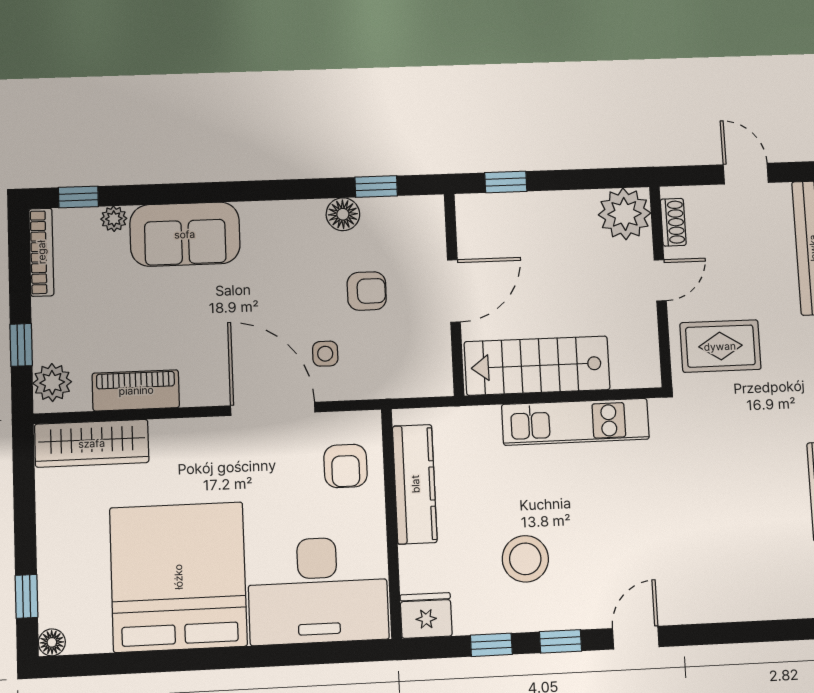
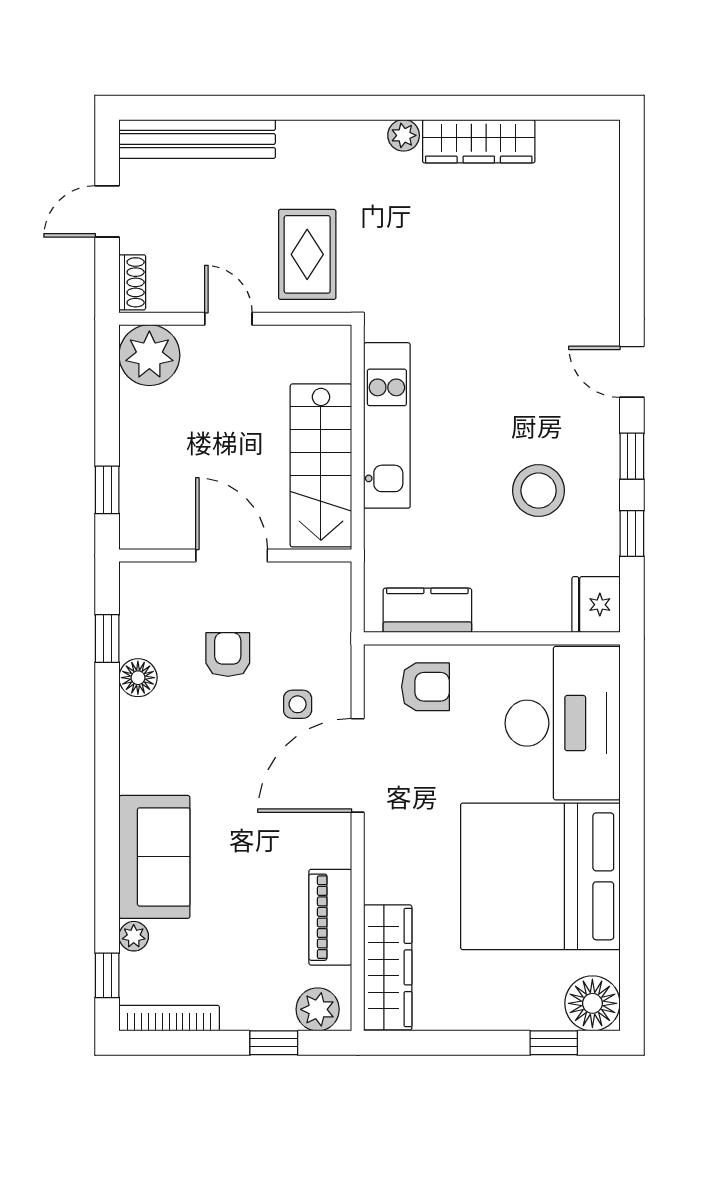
shoe rack: (673, 222) -> (132, 282), moved, turned 90
kitchen counter: (415, 484) -> (427, 610), width x0.67
floor lamp: (52, 642) -> (592, 1003), width x1.89, depth x1.89

